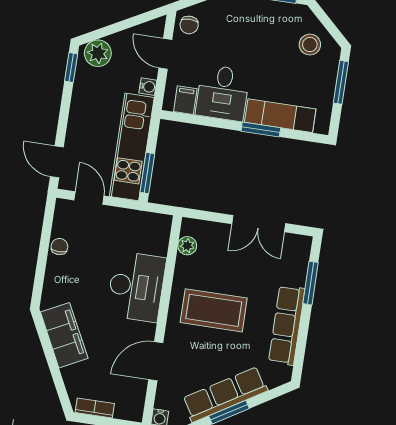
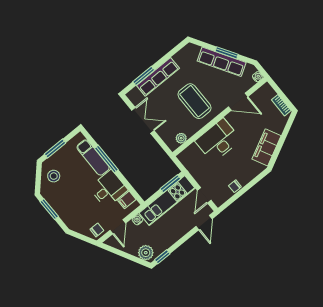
window: (261, 130) -> (106, 159), width x1.44
row of seats: (287, 325) -> (158, 77), moved

